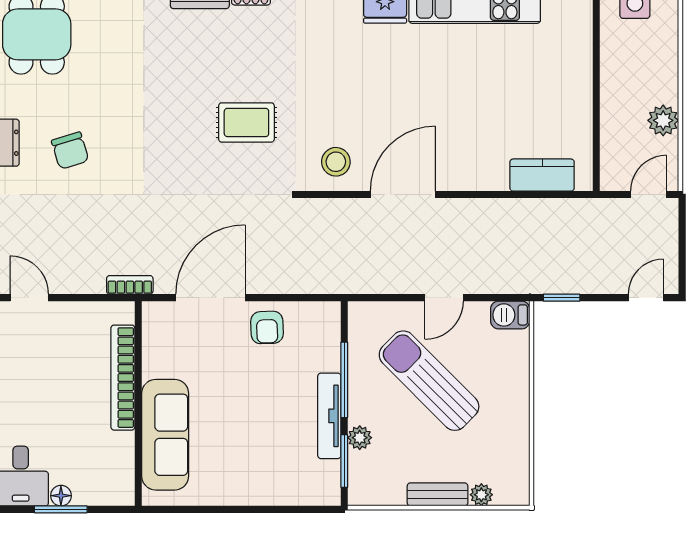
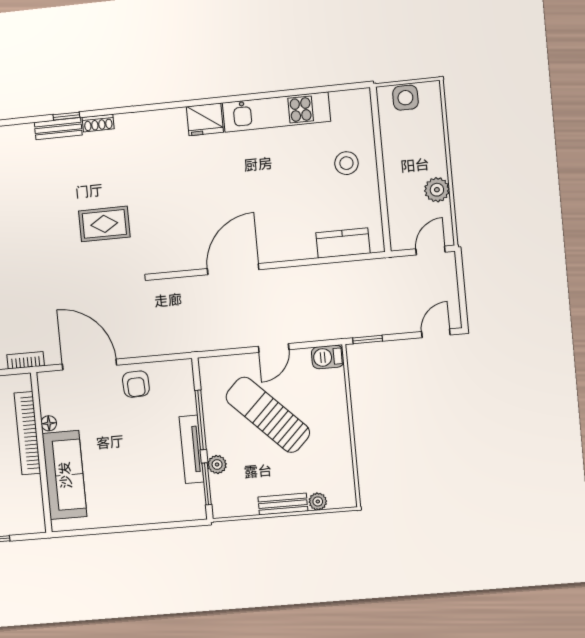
stool: (336, 162) -> (346, 163), moved
door: (210, 298) -> (89, 365), hinge flipped
floor lamp: (151, 367) -> (49, 423), added

